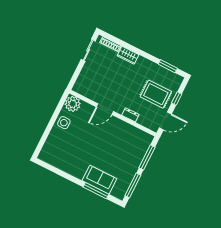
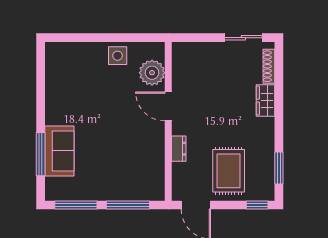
window: (177, 98) -> (257, 205), moved
plant: (73, 104) -> (152, 73), moved

